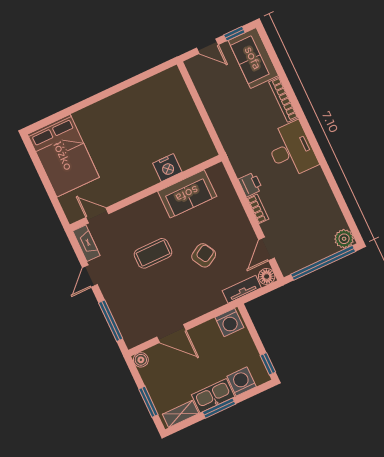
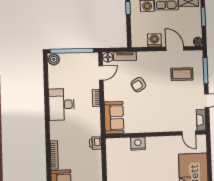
desk: (291, 150) -> (62, 104), moved
printer: (250, 184) -> (95, 143), moved
sofa: (187, 194) -> (114, 118), moved, turned 90
coffee table: (153, 253) -> (182, 74), moved
washing machine: (229, 322) -> (154, 40), moved

